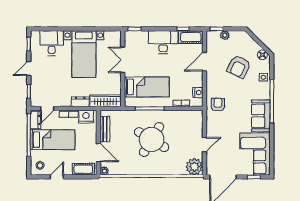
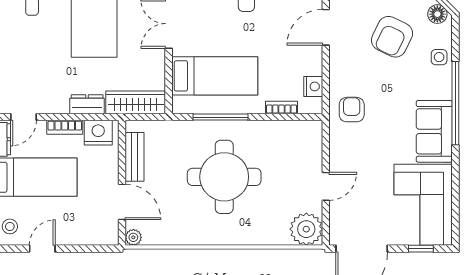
round table: (152, 140) -> (224, 177), turned -31
cot: (83, 169) -> (93, 234), removed

